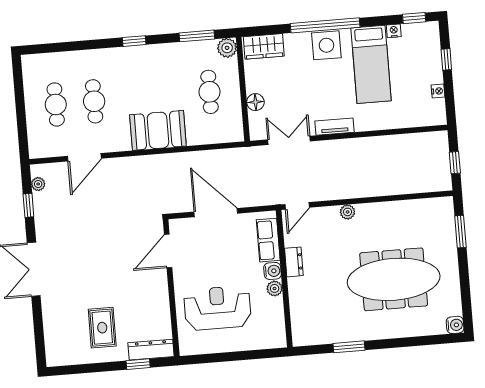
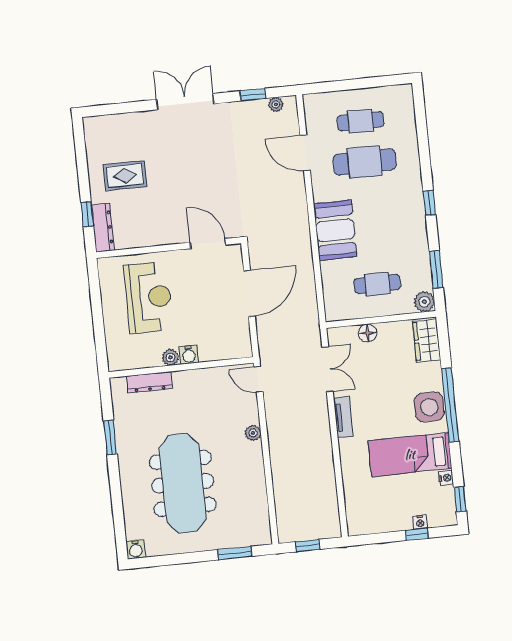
nightstand: (438, 91) -> (420, 522), moved
cafe table: (94, 101) -> (365, 162), width x1.37, depth x1.35
row of seats: (268, 240) -> (221, 349), removed
dresser: (294, 262) -> (149, 382), moved, width x1.44

